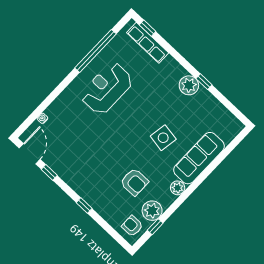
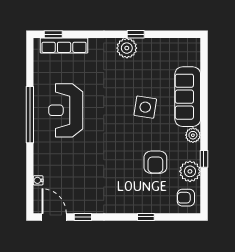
window: (96, 51) -> (30, 115), moved
armchair: (134, 182) -> (155, 162), turned 90
window: (84, 206) -> (146, 217), moved
window: (155, 227) -> (204, 159), moved

